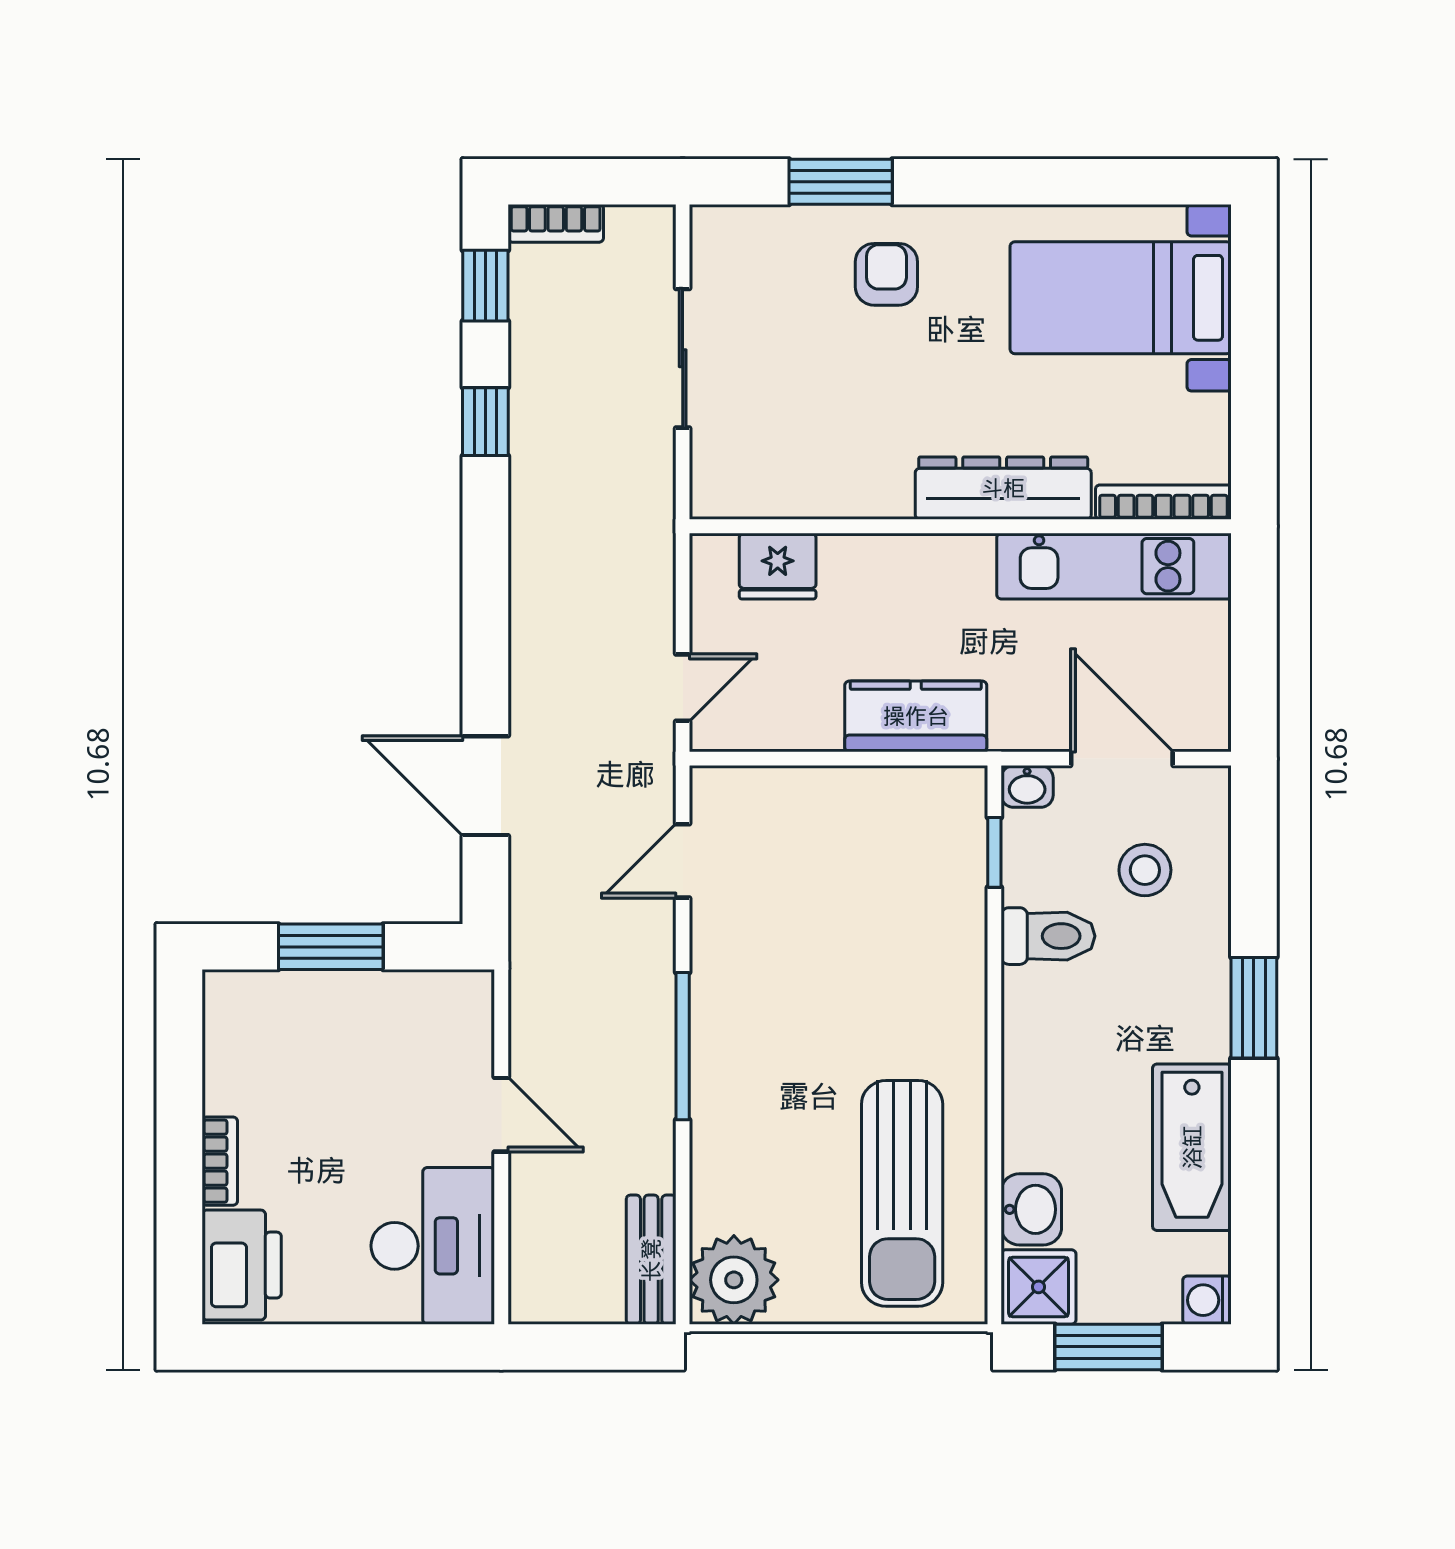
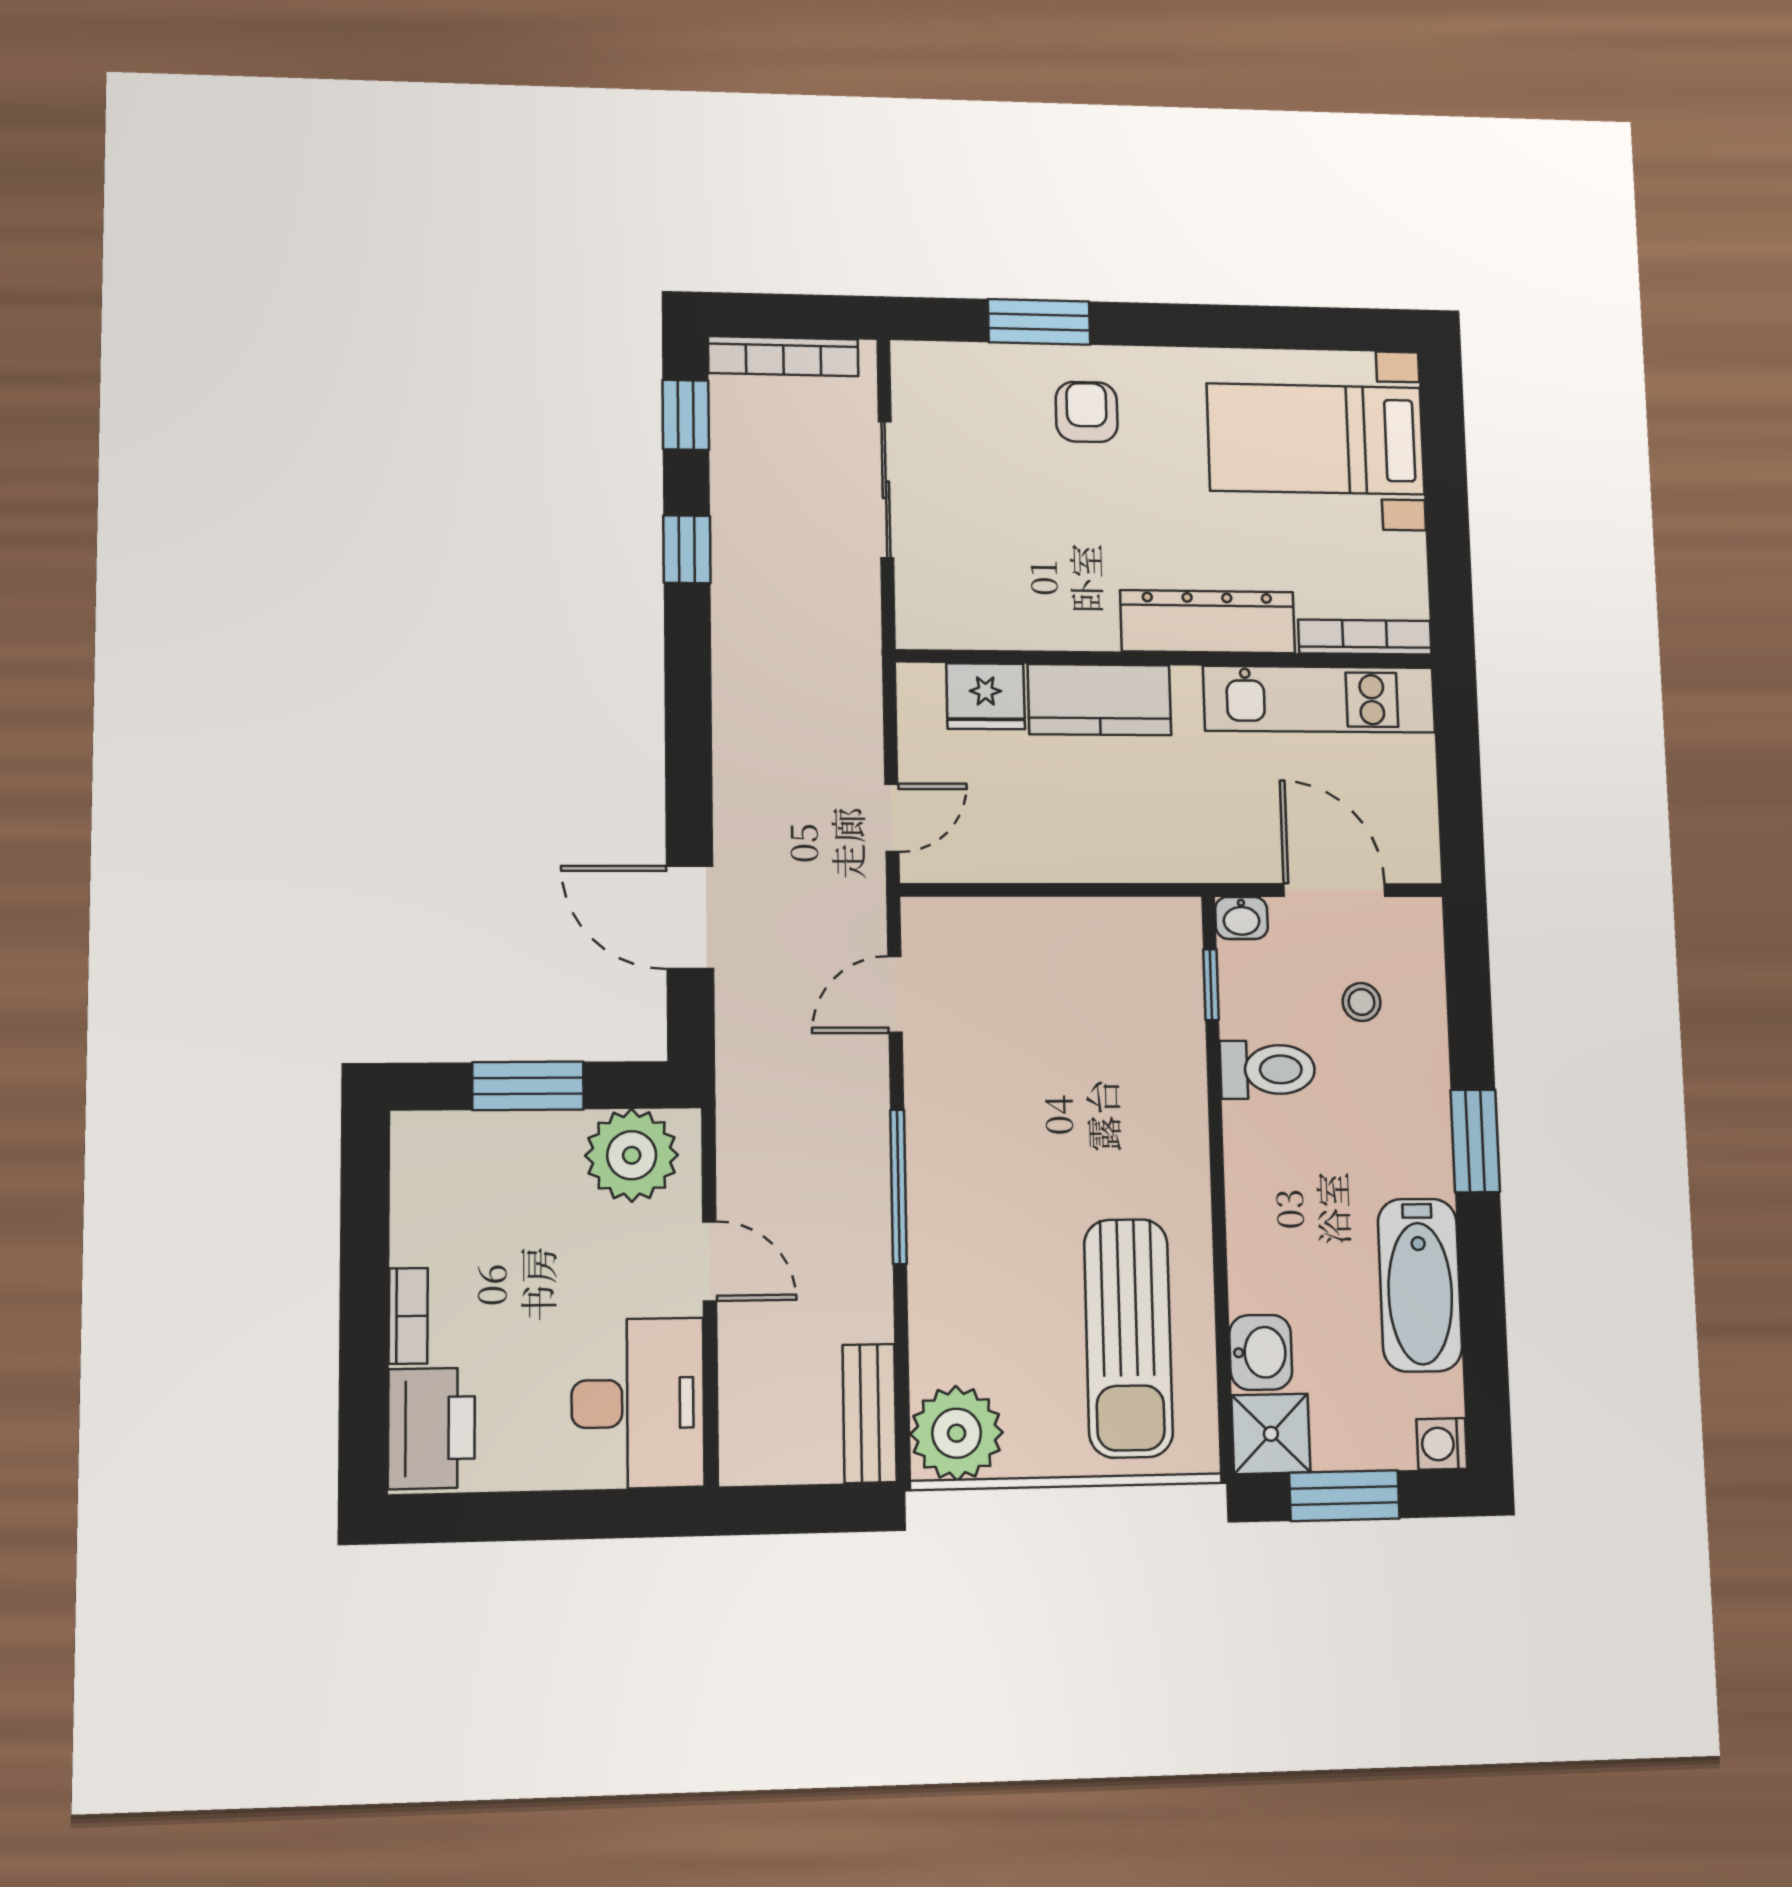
bookcase: (556, 223) -> (783, 356), width x1.56
kitchen counter: (916, 716) -> (1100, 700), moved, turned 180
stool: (1145, 870) -> (1362, 1002), width x0.73, depth x0.73
plant: (428, 1014) -> (632, 1155), added

